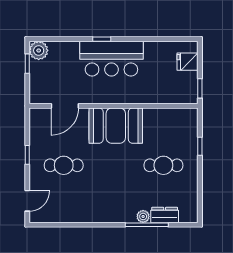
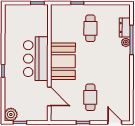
bar counter: (111, 59) -> (36, 59), moved, turned 180
fridge: (188, 62) -> (19, 11), removed

